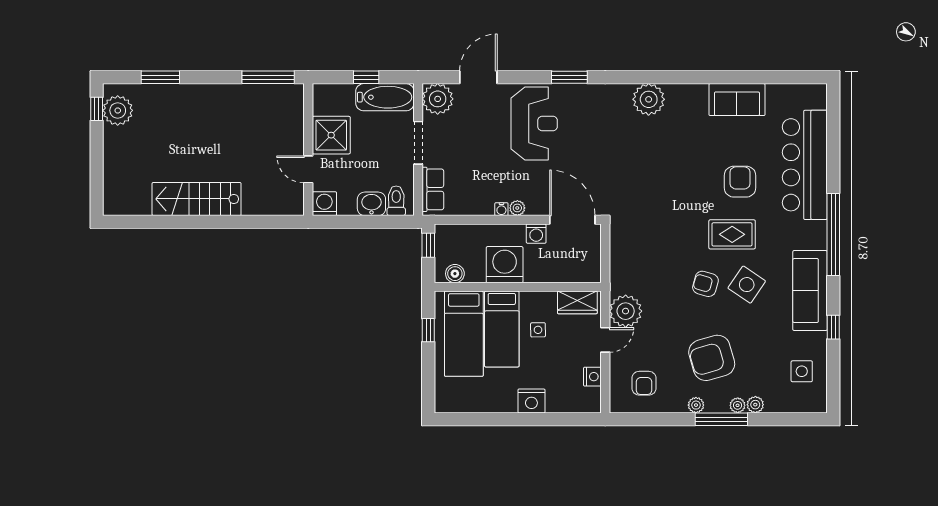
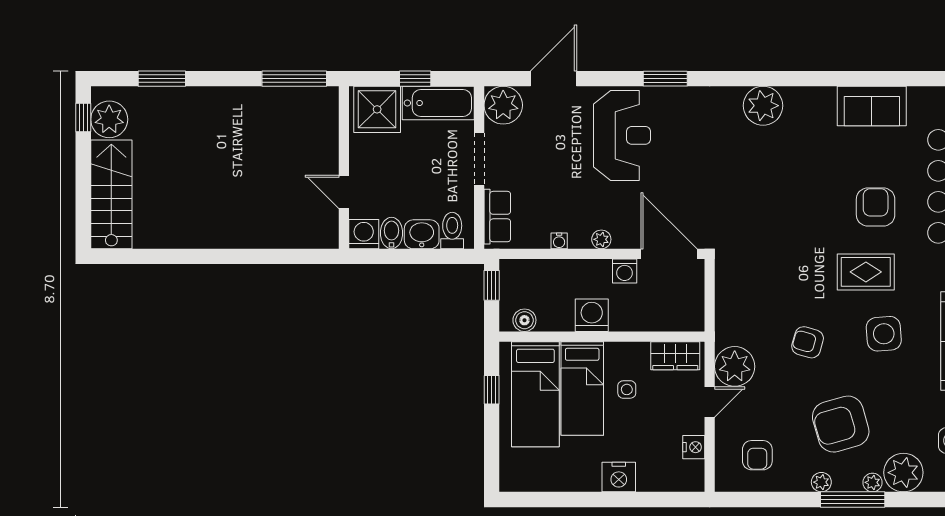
shower: (331, 135) -> (377, 109), moved
stairs: (197, 199) -> (111, 194), moved, turned 90
bidet: (347, 203) -> (392, 233), added
water cooler: (501, 209) -> (559, 241), moved
washing machine: (505, 265) -> (592, 315), width x0.73, depth x0.73
armchair: (705, 284) -> (808, 342), moved
side table: (747, 285) -> (884, 334), turned -38
plant: (755, 405) -> (903, 473), width x1.87, depth x1.87

